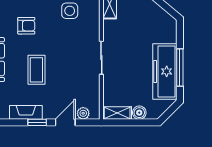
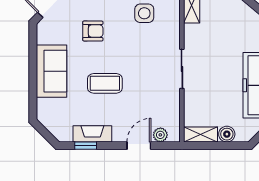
coffee table: (36, 70) -> (105, 83), turned 90
window: (37, 122) -> (86, 146), moved

